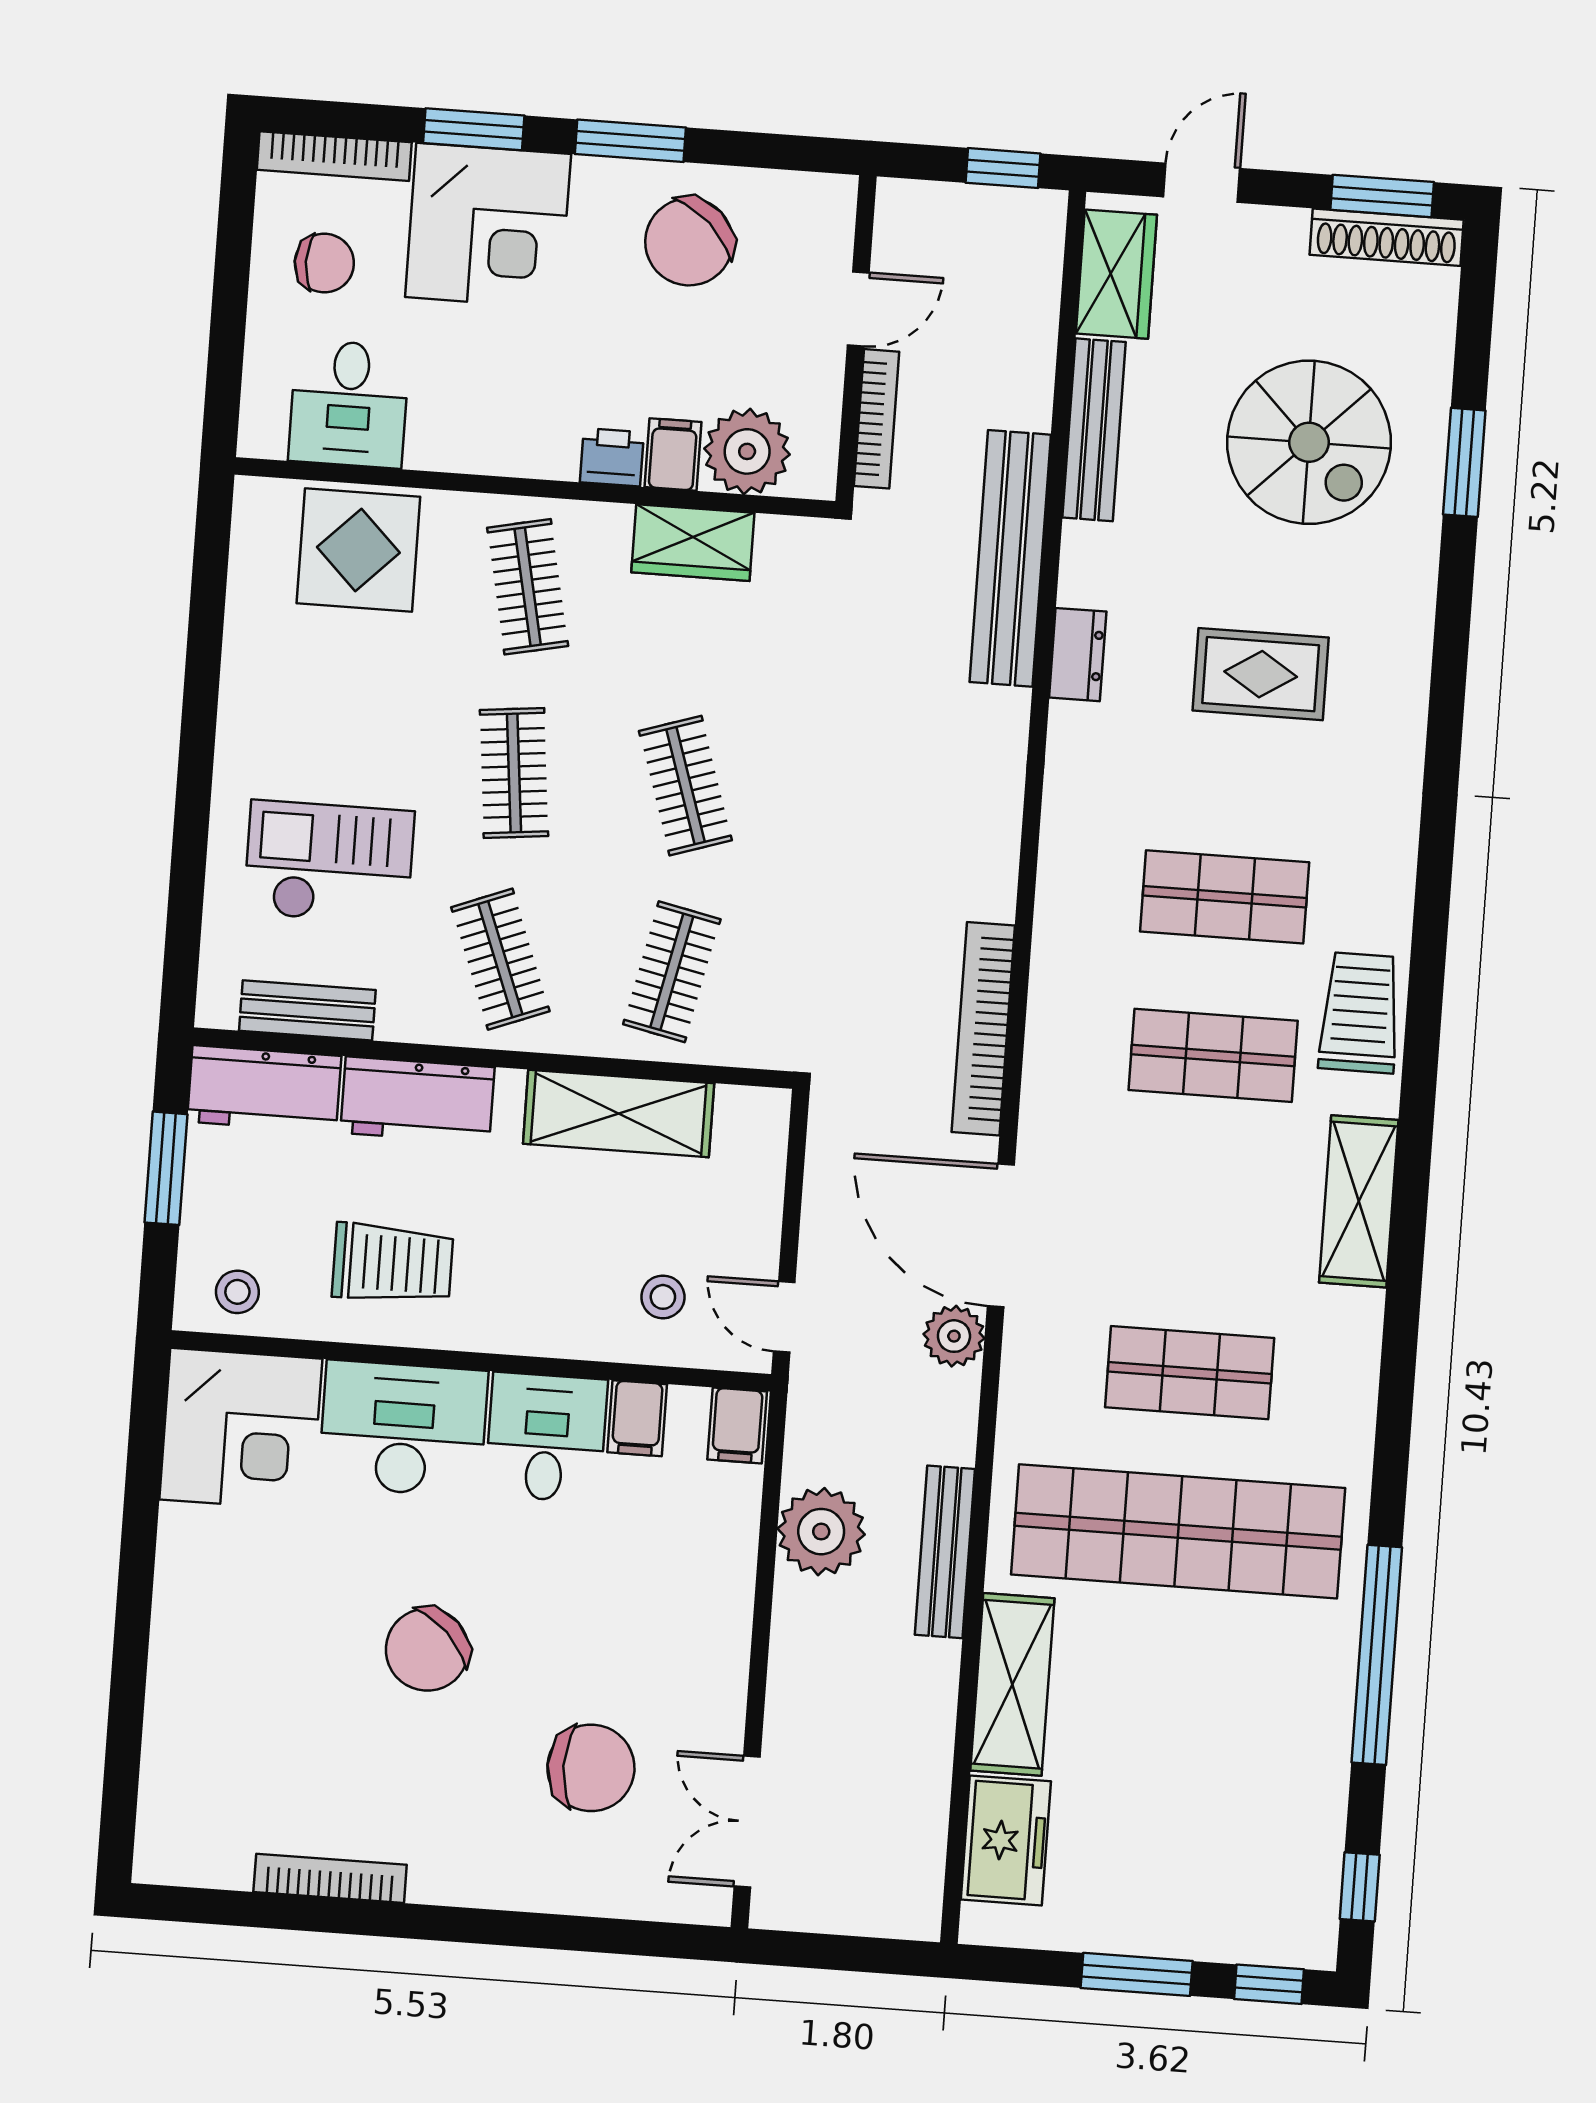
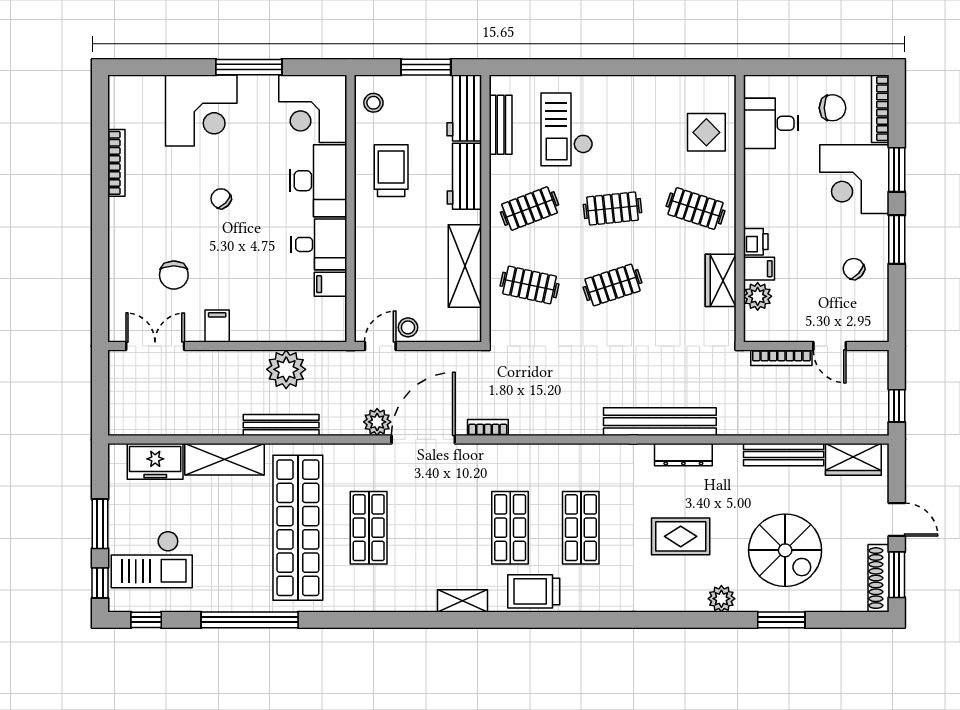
door: (1202, 183) -> (897, 520), moved
chair: (689, 242) -> (854, 269), width x0.54, depth x0.54
chair: (324, 263) -> (833, 108), turned -90
spiral stairs: (1309, 442) -> (785, 550), turned -90
plant: (747, 451) -> (758, 296), width x0.73, depth x0.73
display table: (358, 550) -> (706, 132), width x0.73, depth x0.73
bench: (1010, 558) -> (660, 422), moved
clothes rail: (528, 587) -> (696, 209), turned 30
plant: (1407, 593) -> (721, 599), added
dresser: (1078, 655) -> (683, 455), width x1.44
rug: (1261, 674) -> (681, 536), turned 90
checkout: (329, 863) -> (567, 129), turned 180
trolley: (1360, 1013) -> (534, 591), turned 180
bookcase: (983, 1029) -> (488, 427), width x0.43, depth x0.76
shelving: (1359, 1201) -> (463, 601), width x0.67, depth x0.75
trolley: (393, 1263) -> (391, 171), turned 180
stool: (663, 1297) -> (408, 327), moved
filing cabinet: (737, 1425) -> (217, 326), moved, turned 90
window: (137, 1565) -> (249, 67), added
chair: (427, 1650) -> (221, 199), width x0.54, depth x0.54
corner desk: (226, 1679) -> (201, 110), added
chair: (591, 1768) -> (174, 275), width x0.73, depth x0.73
checkout: (1225, 1864) -> (152, 559), added

